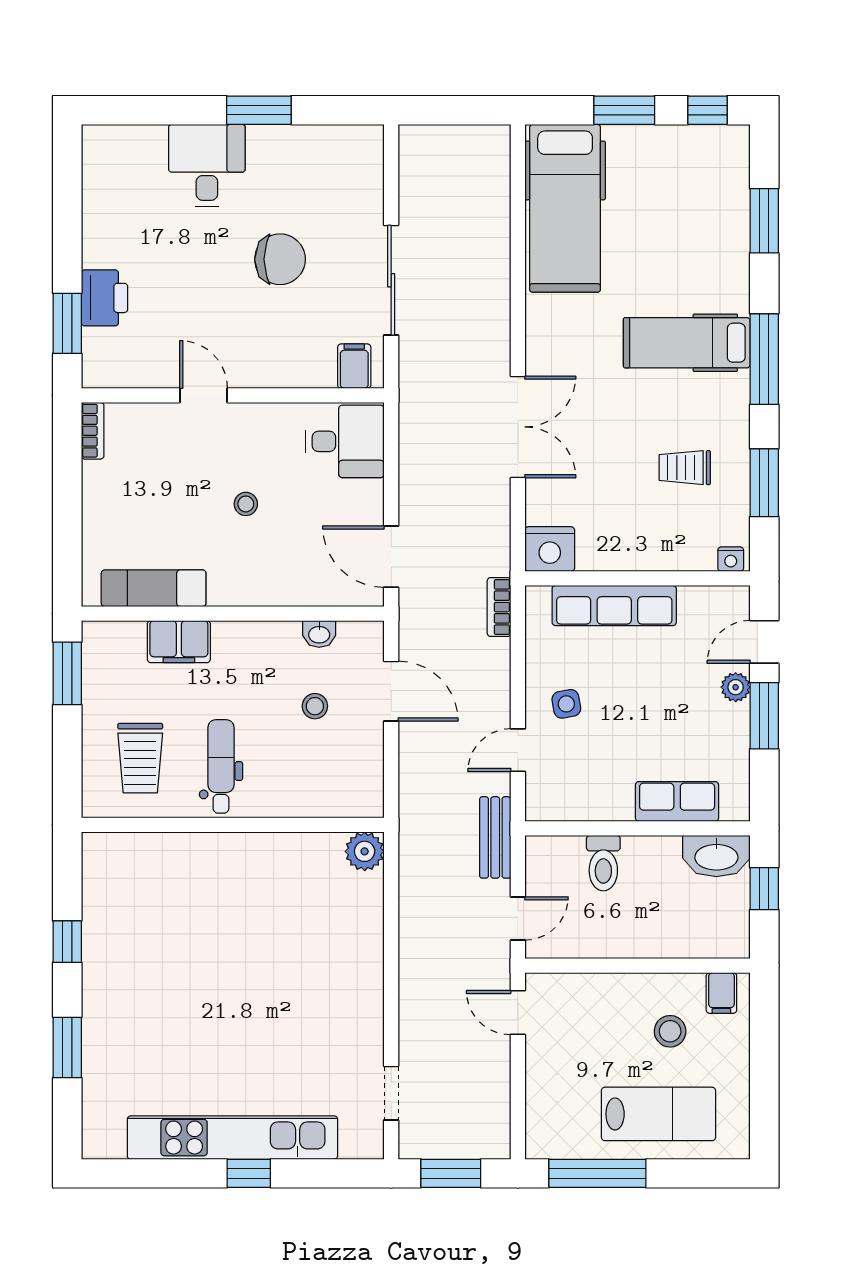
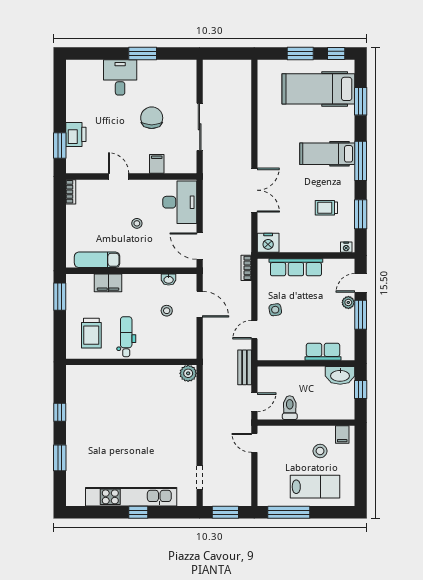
hospital bed: (565, 208) -> (318, 89), moved, turned 90
chair: (280, 259) -> (152, 118), turned -90
filing cabinet: (354, 366) -> (157, 164), moved
desk: (345, 441) -> (180, 202), width x1.37
toilet: (603, 863) -> (290, 408), moved, turned 180

